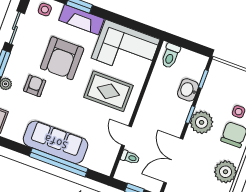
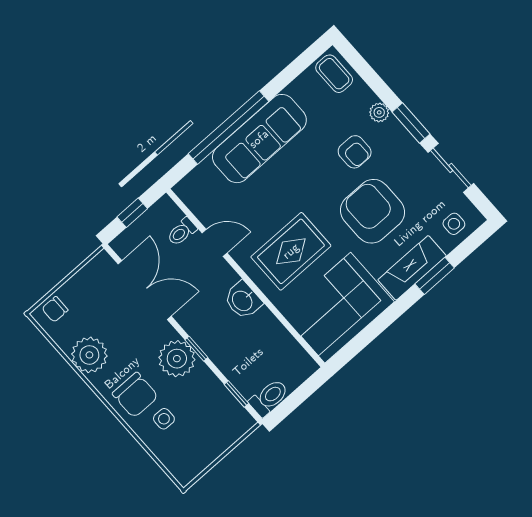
toilet: (170, 56) -> (269, 398), moved, turned 90
washbasin: (188, 90) -> (243, 300), moved, turned 180

